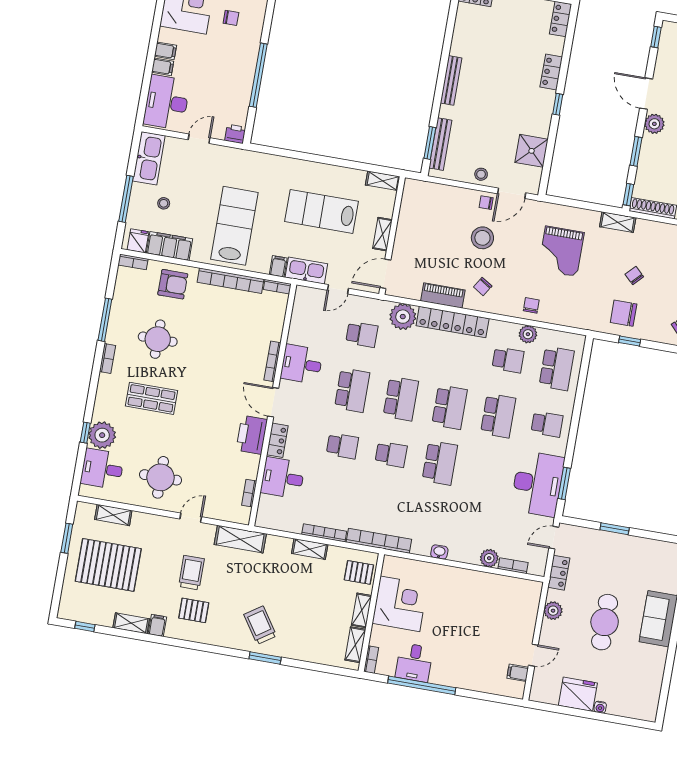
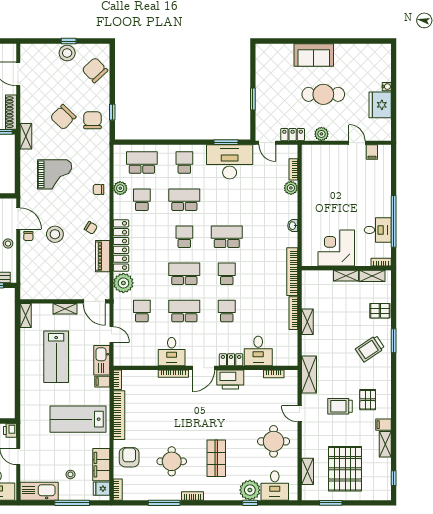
chair: (634, 275) -> (63, 117), width x1.87, depth x1.87
chair: (624, 313) -> (92, 120), turned 180
school desk: (450, 407) -> (184, 237), width x0.54
pallet: (359, 572) -> (380, 311), moved, turned 90

